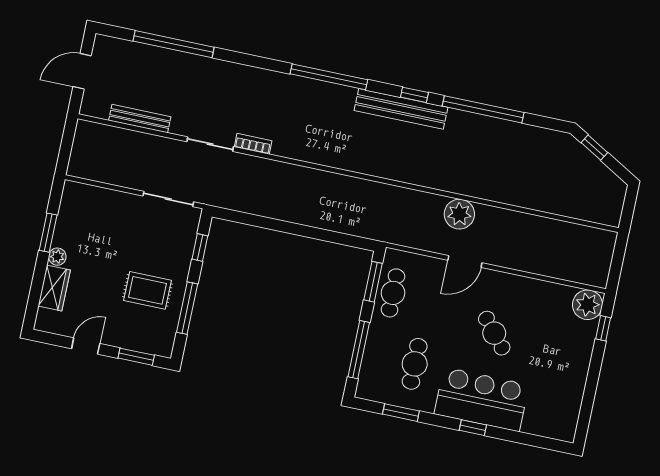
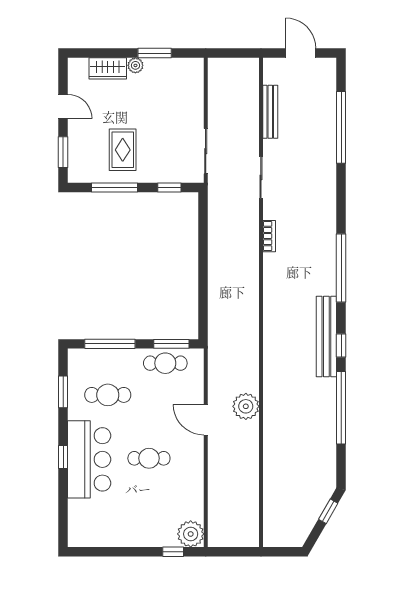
bookcase: (253, 144) -> (269, 236), moved
cafe table: (494, 333) -> (149, 458), turned 40

